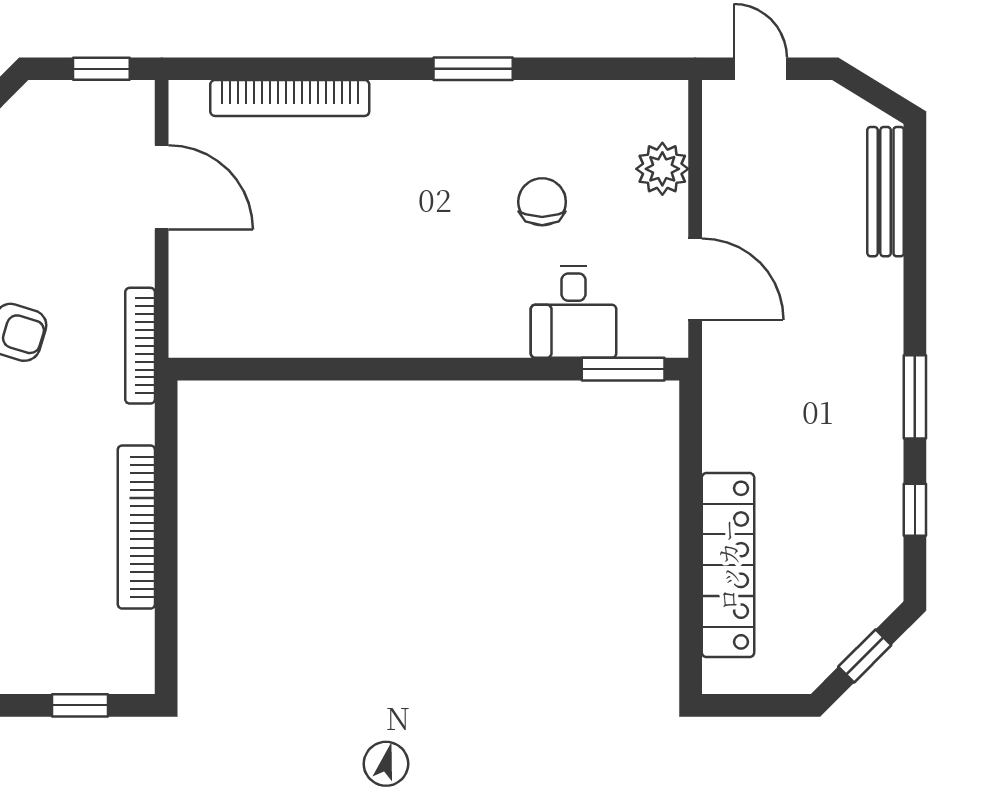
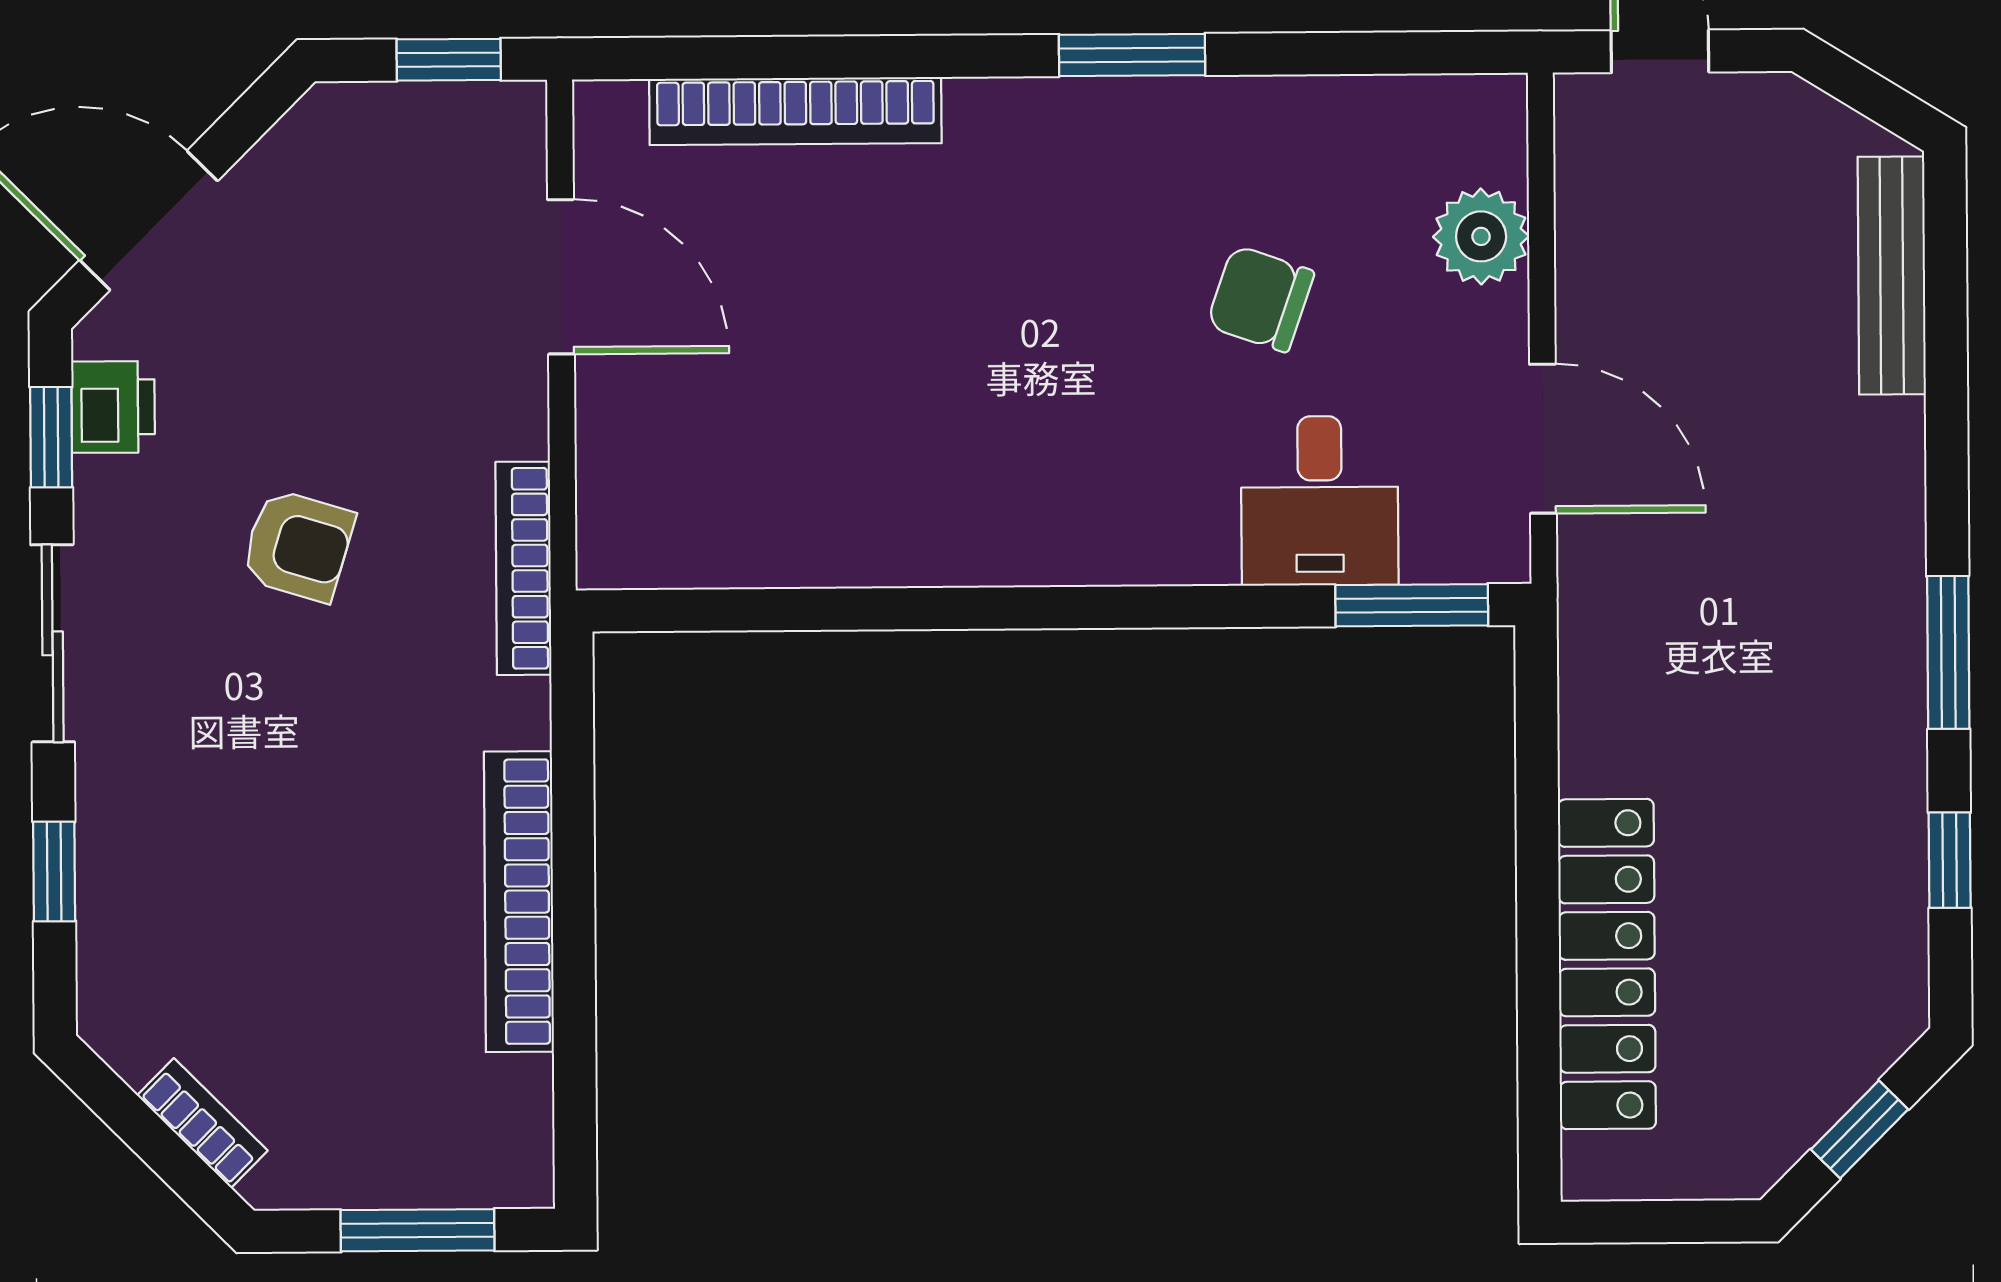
chair: (542, 202) -> (1260, 299), turned -71
window: (80, 705) -> (418, 1230), width x1.50

